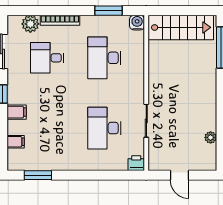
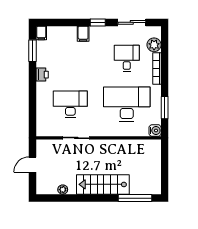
stairs: (181, 27) -> (103, 184), moved, turned 90
desk: (104, 58) -> (127, 104), width x1.36, depth x1.30
filing cabinet: (16, 142) -> (41, 33), moved
printer: (136, 163) -> (42, 75), moved

